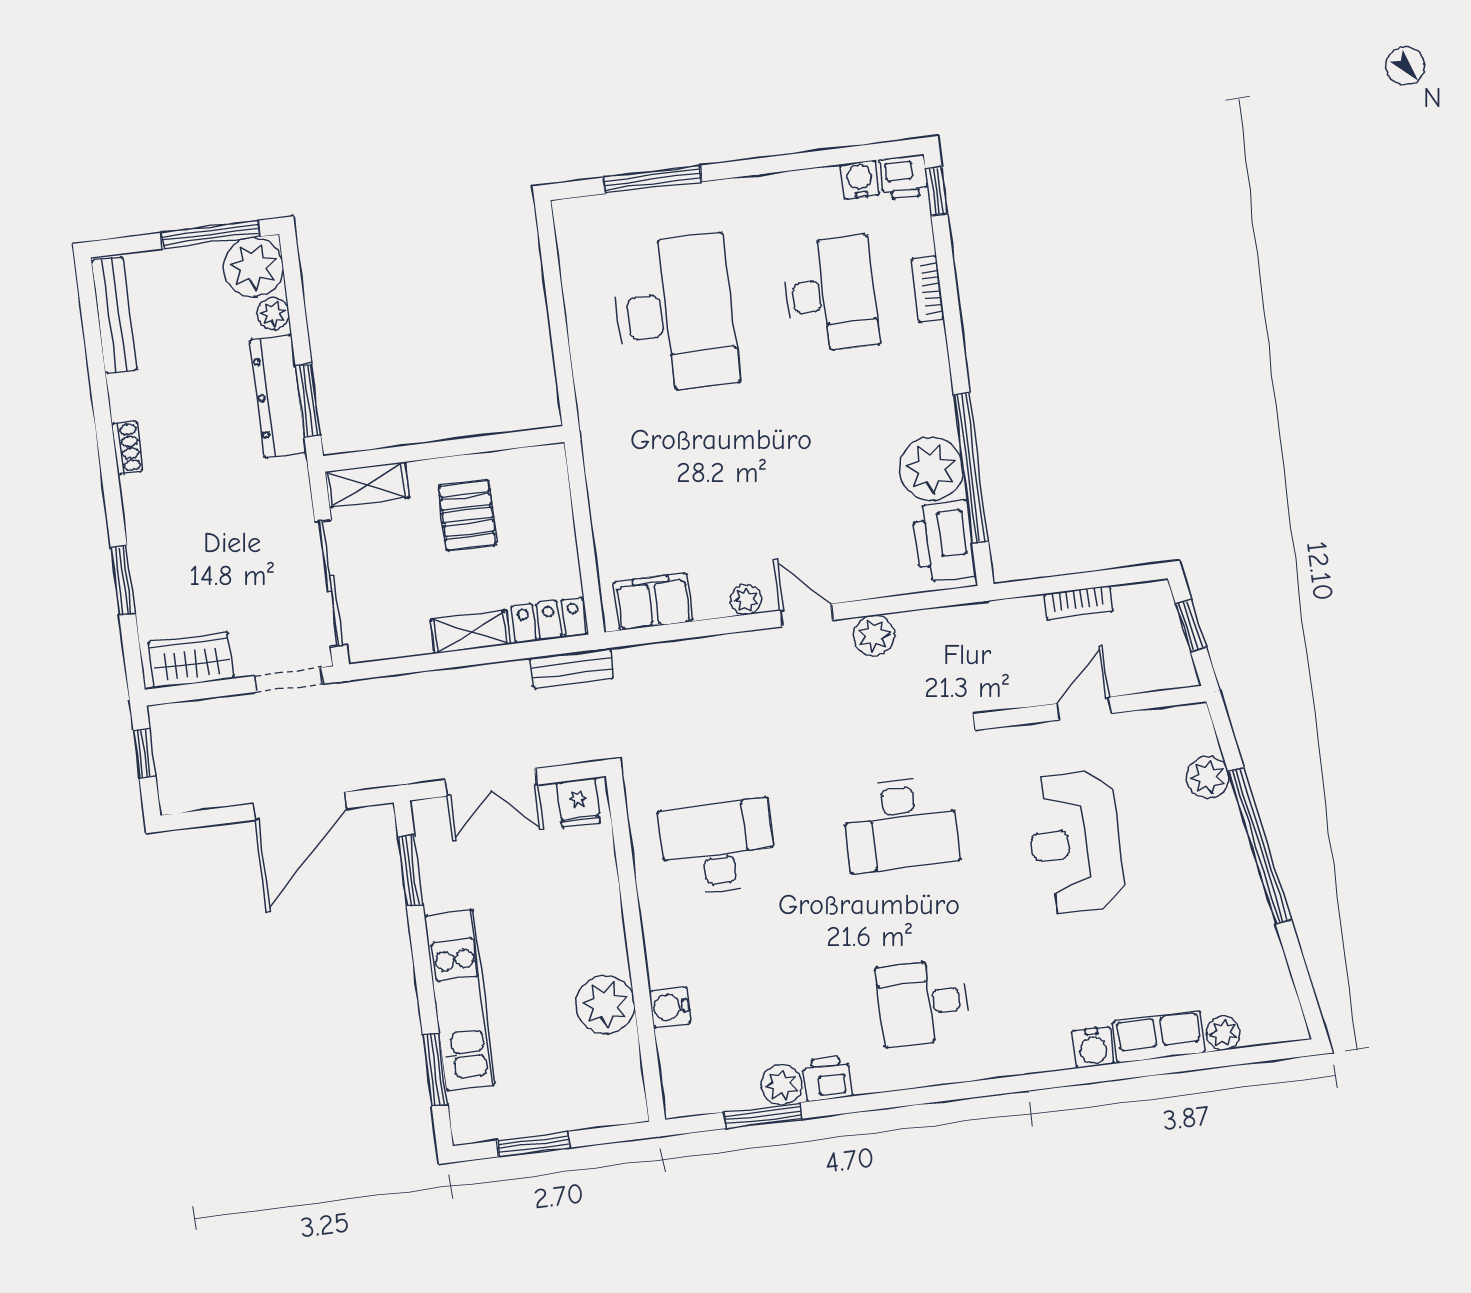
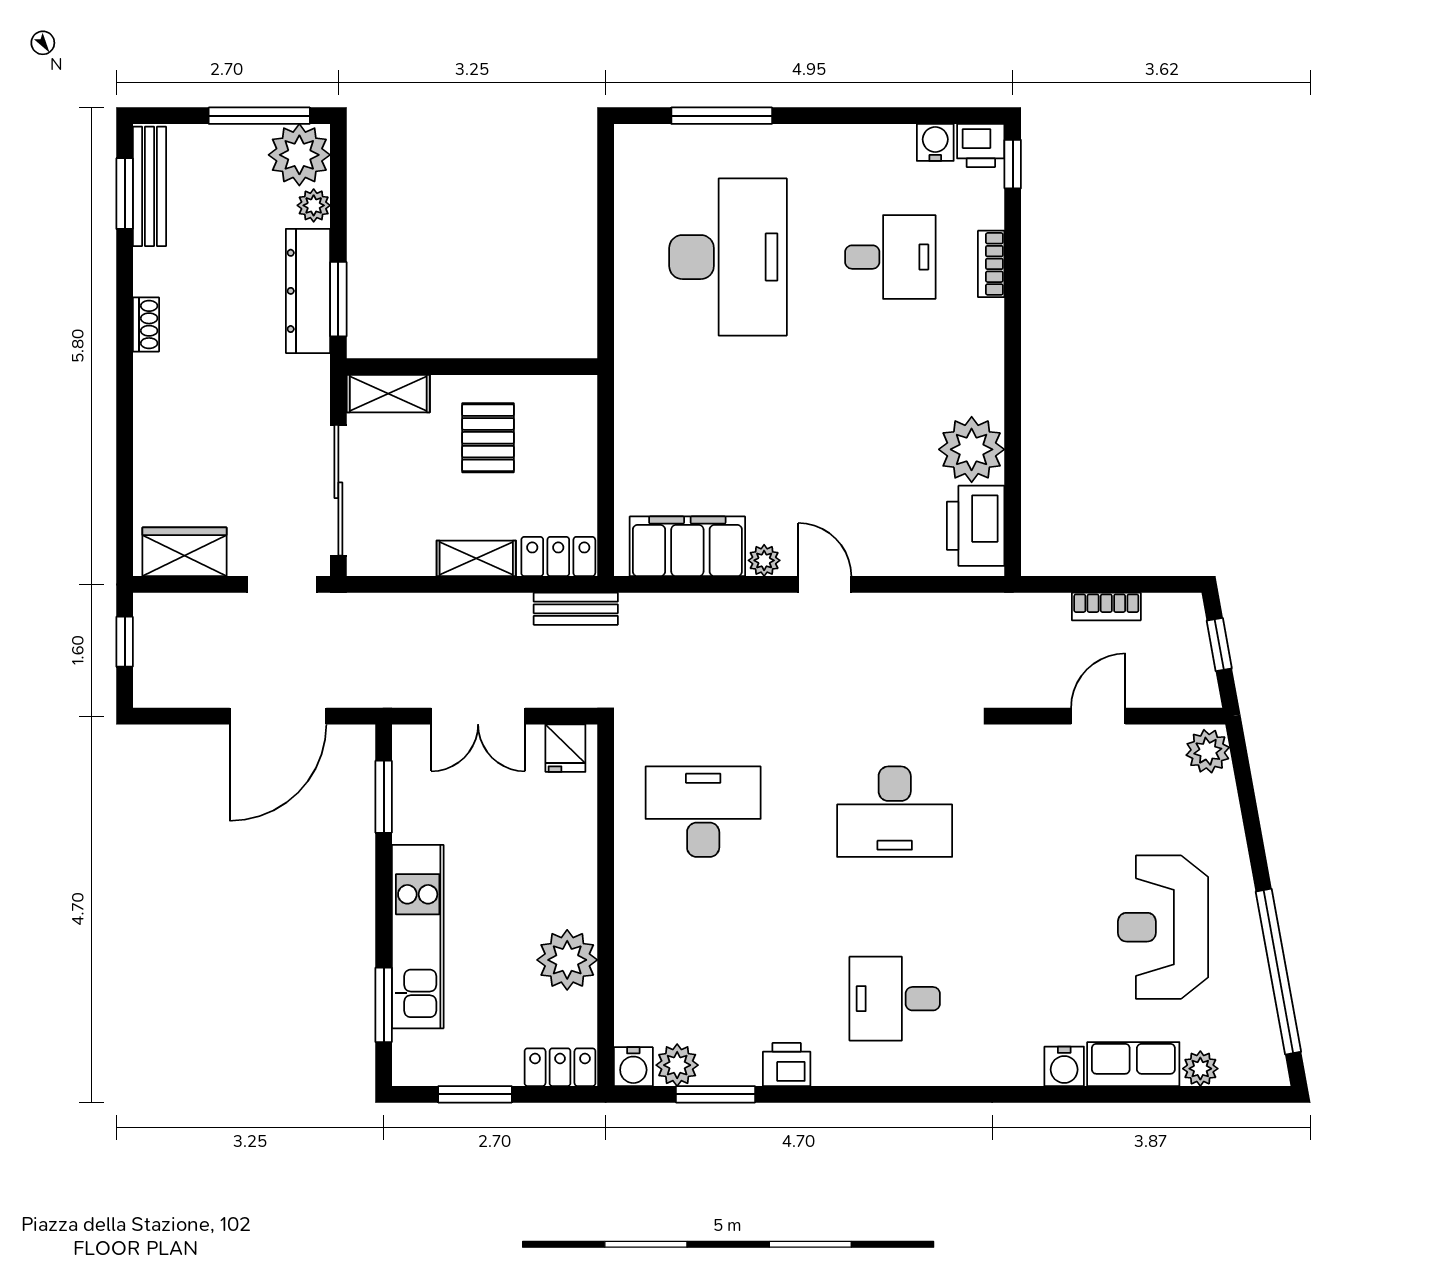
desk: (831, 295) -> (890, 257), width x0.73
window: (971, 468) -> (1013, 454), removed
window: (123, 581) -> (125, 194), moved
filing cabinet: (653, 602) -> (687, 546), width x1.50, depth x1.17
plant: (874, 636) -> (891, 614), removed
plant: (1208, 777) -> (1208, 751), moved
reception desk: (1075, 843) -> (1163, 927), moved
window: (1260, 845) -> (1278, 972), moved
water cooler: (670, 1007) -> (633, 1067), moved, turned -90
plant: (782, 1085) -> (677, 1065), moved
locker: (611, 1108) -> (560, 1067), added

